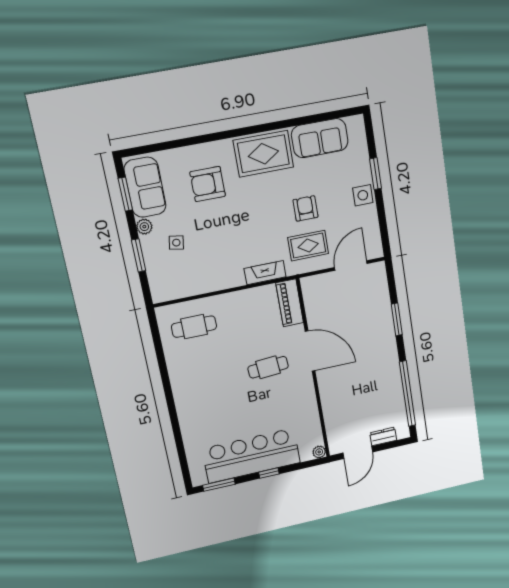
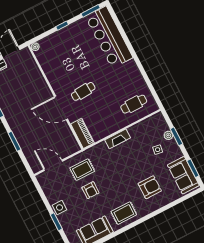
rug: (263, 154) -> (124, 213), width x0.73, depth x0.70
plant: (144, 227) -> (168, 135), moved
door: (351, 266) -> (53, 165), swing flipped
fireplace: (265, 273) -> (118, 139), moved
bar counter: (251, 456) -> (109, 37), moved, turned 90

